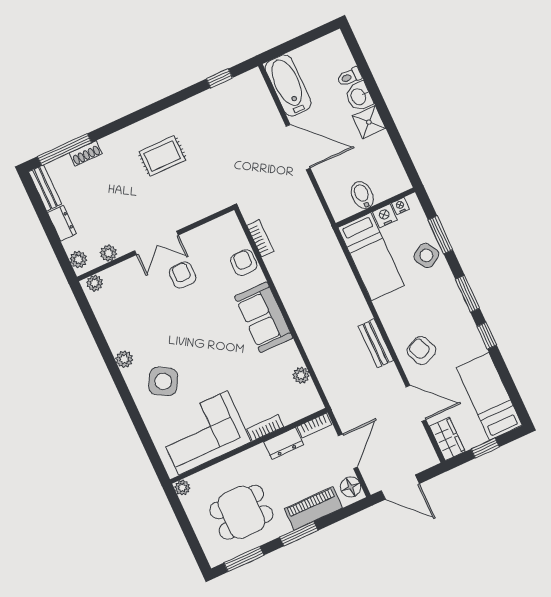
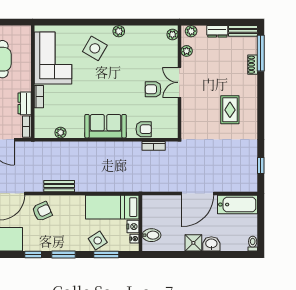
toilet: (349, 77) -> (253, 244), moved
bidet: (362, 195) -> (151, 235), moved
armchair: (183, 275) -> (153, 89), turned 180
plant: (182, 488) -> (26, 31), removed

